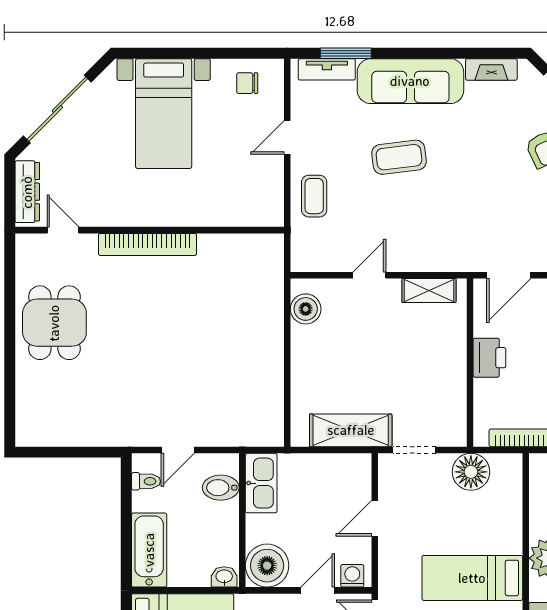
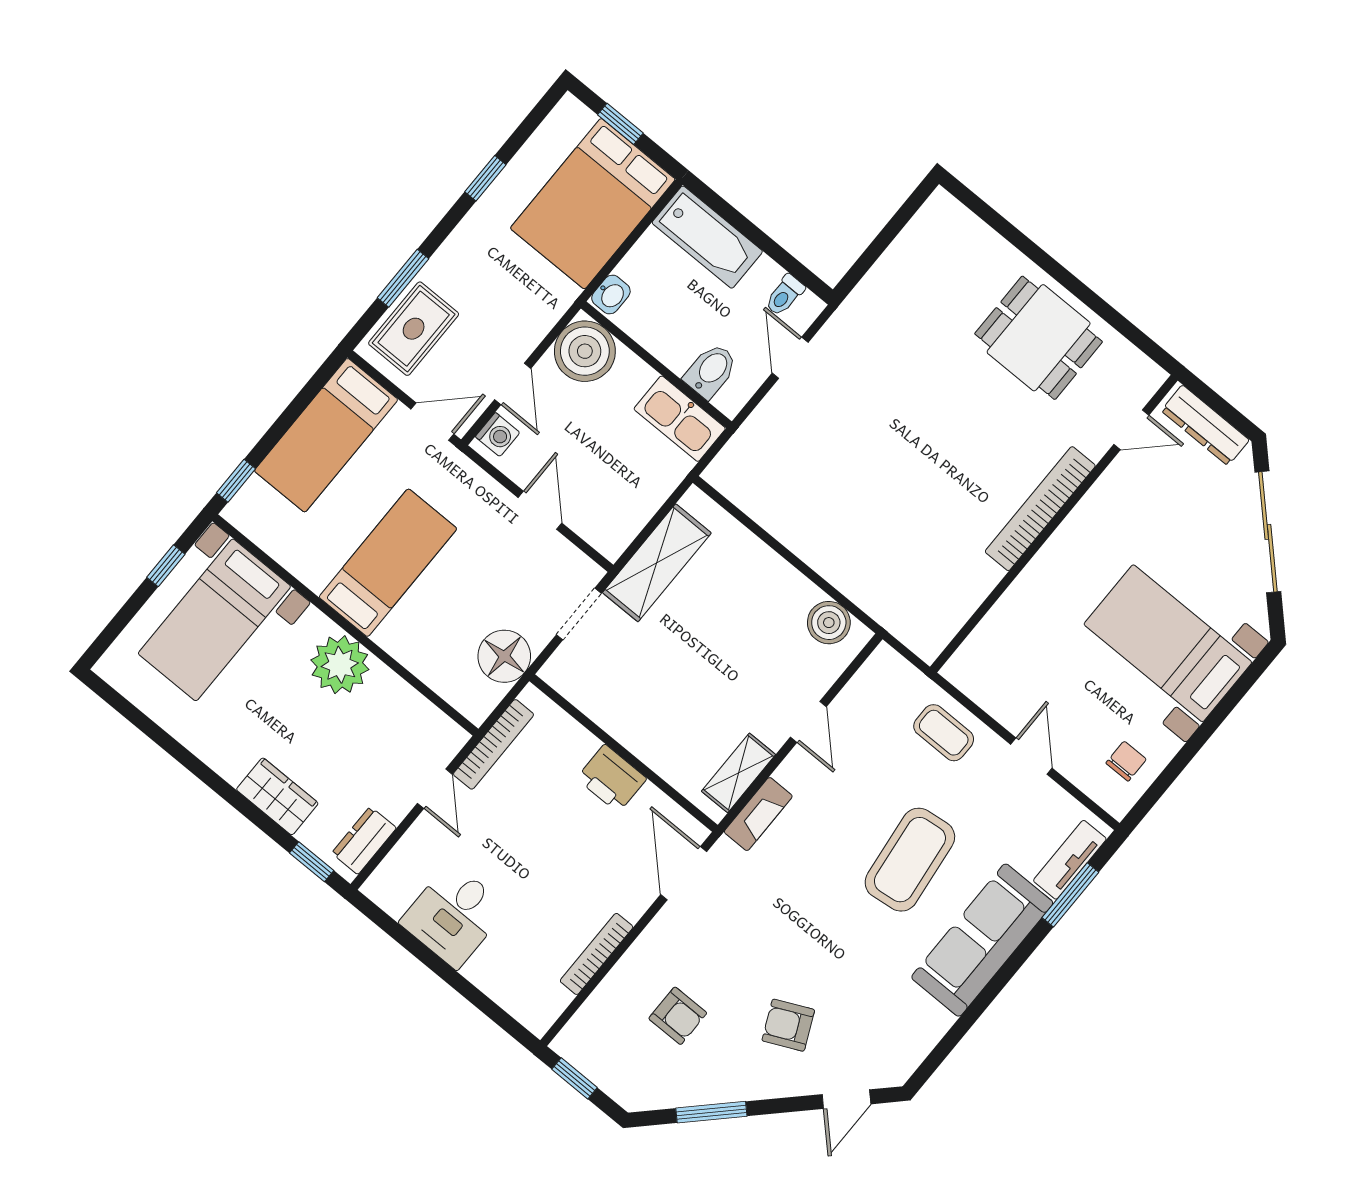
fireplace: (491, 70) -> (758, 814), moved, turned 180
coffee table: (399, 157) -> (910, 860), width x1.36, depth x1.32

